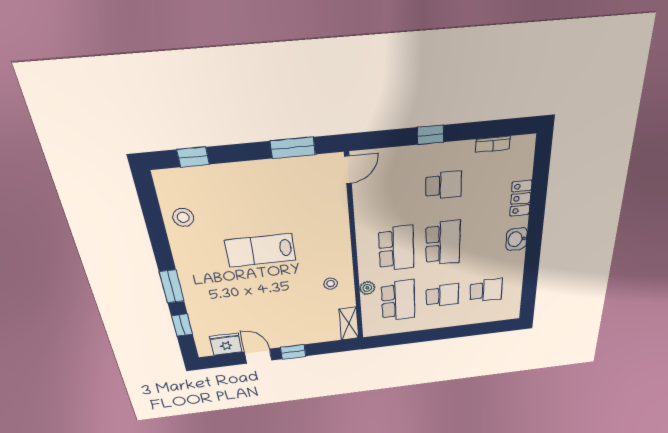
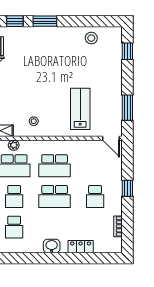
lab bench: (260, 250) -> (80, 109), moved
plant: (367, 288) -> (14, 145), moved

